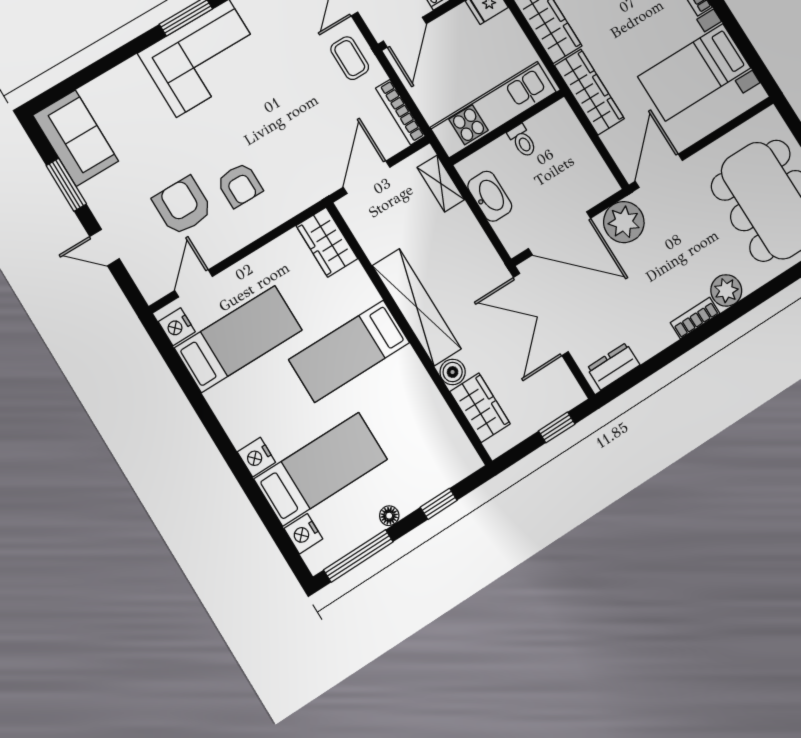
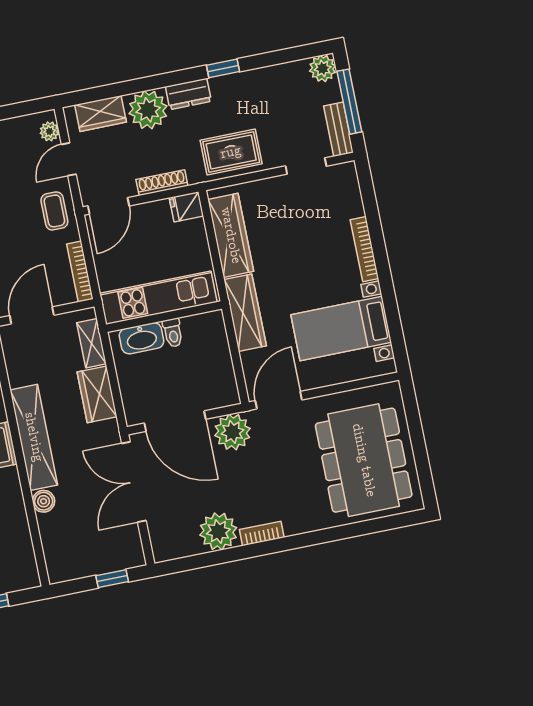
washbasin: (490, 196) -> (141, 338), moved, turned 90
plant: (726, 290) -> (218, 531), moved, width x1.36, depth x1.36
dresser: (613, 366) -> (178, 547), removed
wardrobe: (480, 408) -> (97, 394), moved, turned 180

